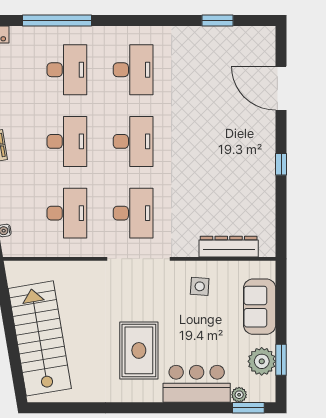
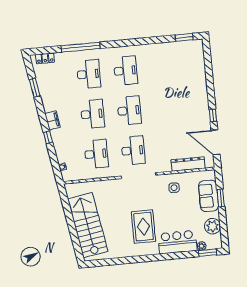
window: (217, 20) -> (184, 37), moved
door: (281, 88) -> (215, 142), moved
window: (281, 360) -> (221, 198), moved

